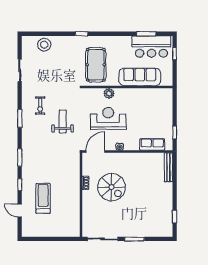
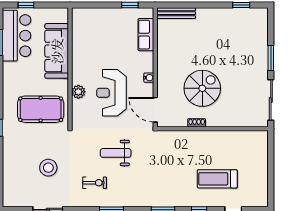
stool: (44, 45) -> (48, 168), moved

